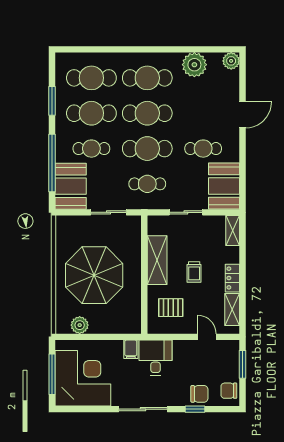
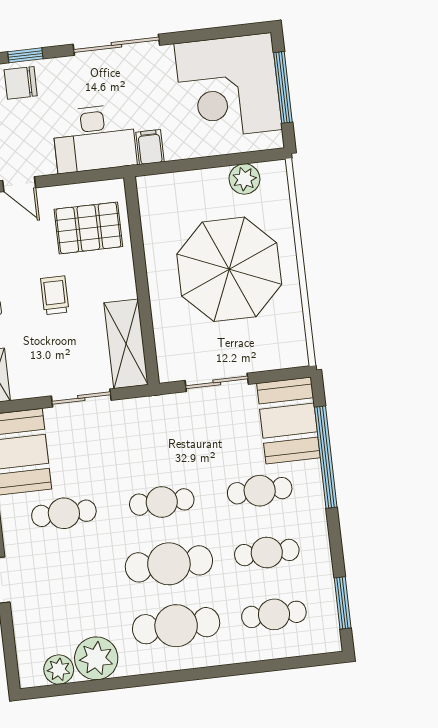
plant: (231, 61) -> (59, 670), moved
cafe table: (91, 78) -> (274, 614), width x0.73, depth x0.74
window: (52, 101) -> (343, 603), moved
cafe table: (91, 113) -> (267, 553), width x0.73, depth x0.74
cafe table: (147, 149) -> (162, 502), width x0.73, depth x0.74
cafe table: (147, 184) -> (155, 440), removed
shelving: (157, 260) -> (126, 344), moved
pallet: (171, 308) -> (88, 228), width x1.50, depth x1.42
desk: (155, 358) -> (94, 139), width x1.37

